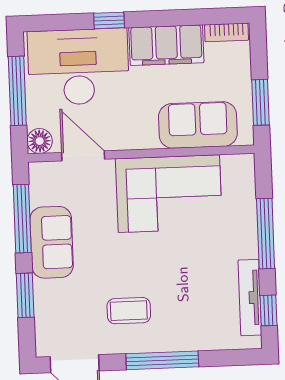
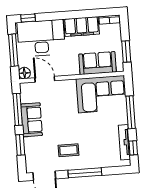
window: (109, 20) -> (28, 18), moved
corner sofa: (169, 194) -> (101, 94), moved

